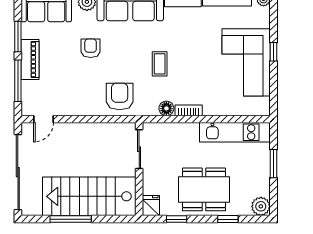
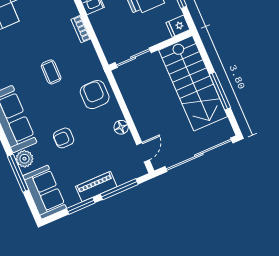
coffee table: (160, 64) -> (51, 72), turned 90
armchair: (120, 96) -> (95, 95), turned 90
floor lamp: (166, 108) -> (121, 127), moved
door: (44, 119) -> (143, 152), hinge flipped

